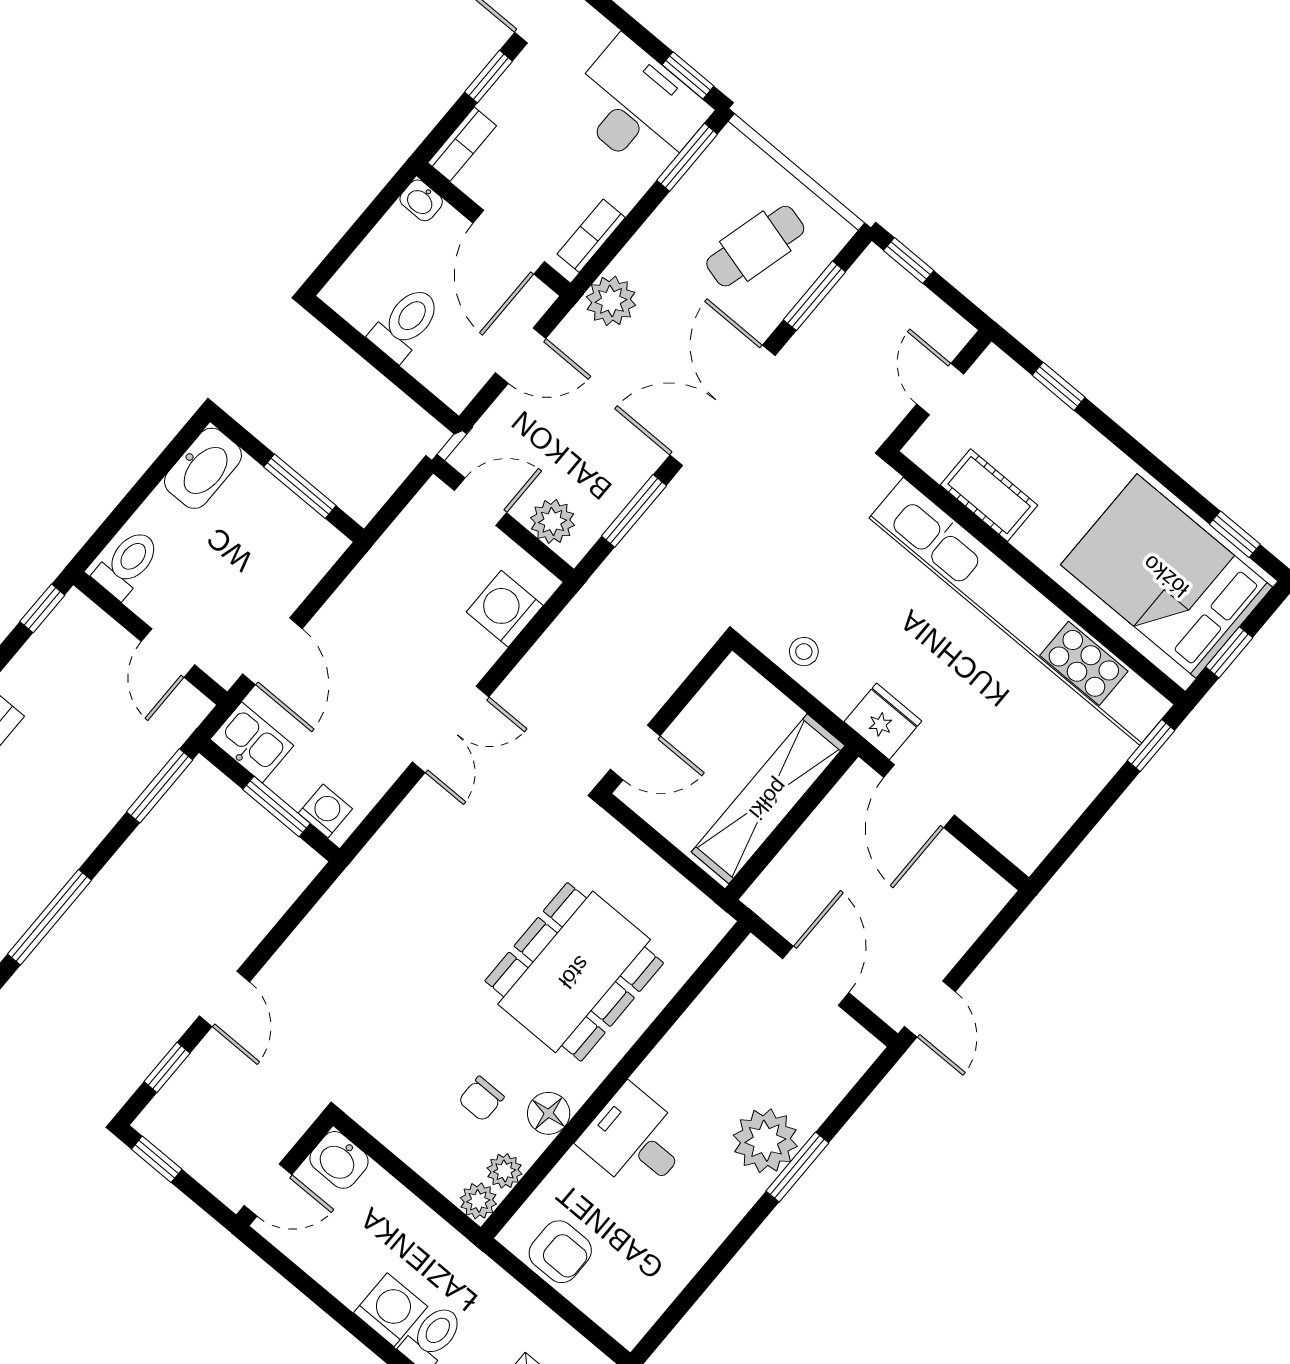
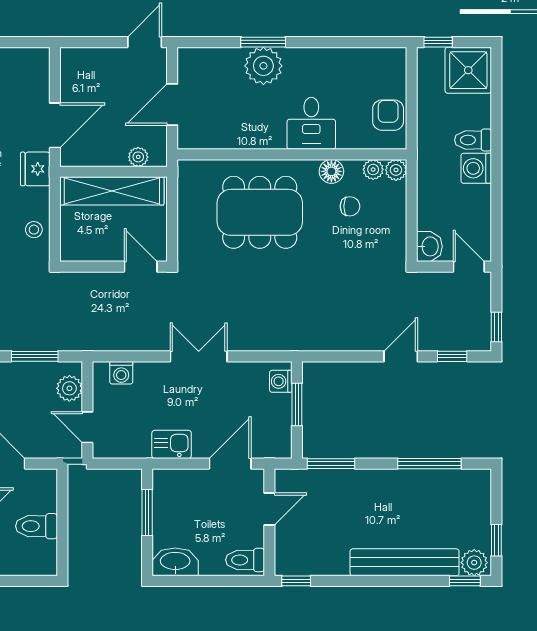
washing machine: (505, 609) -> (121, 373), width x0.73, depth x0.73
kitchen sink: (252, 742) -> (172, 444), moved, turned 90
plant: (784, 872) -> (138, 157), added

